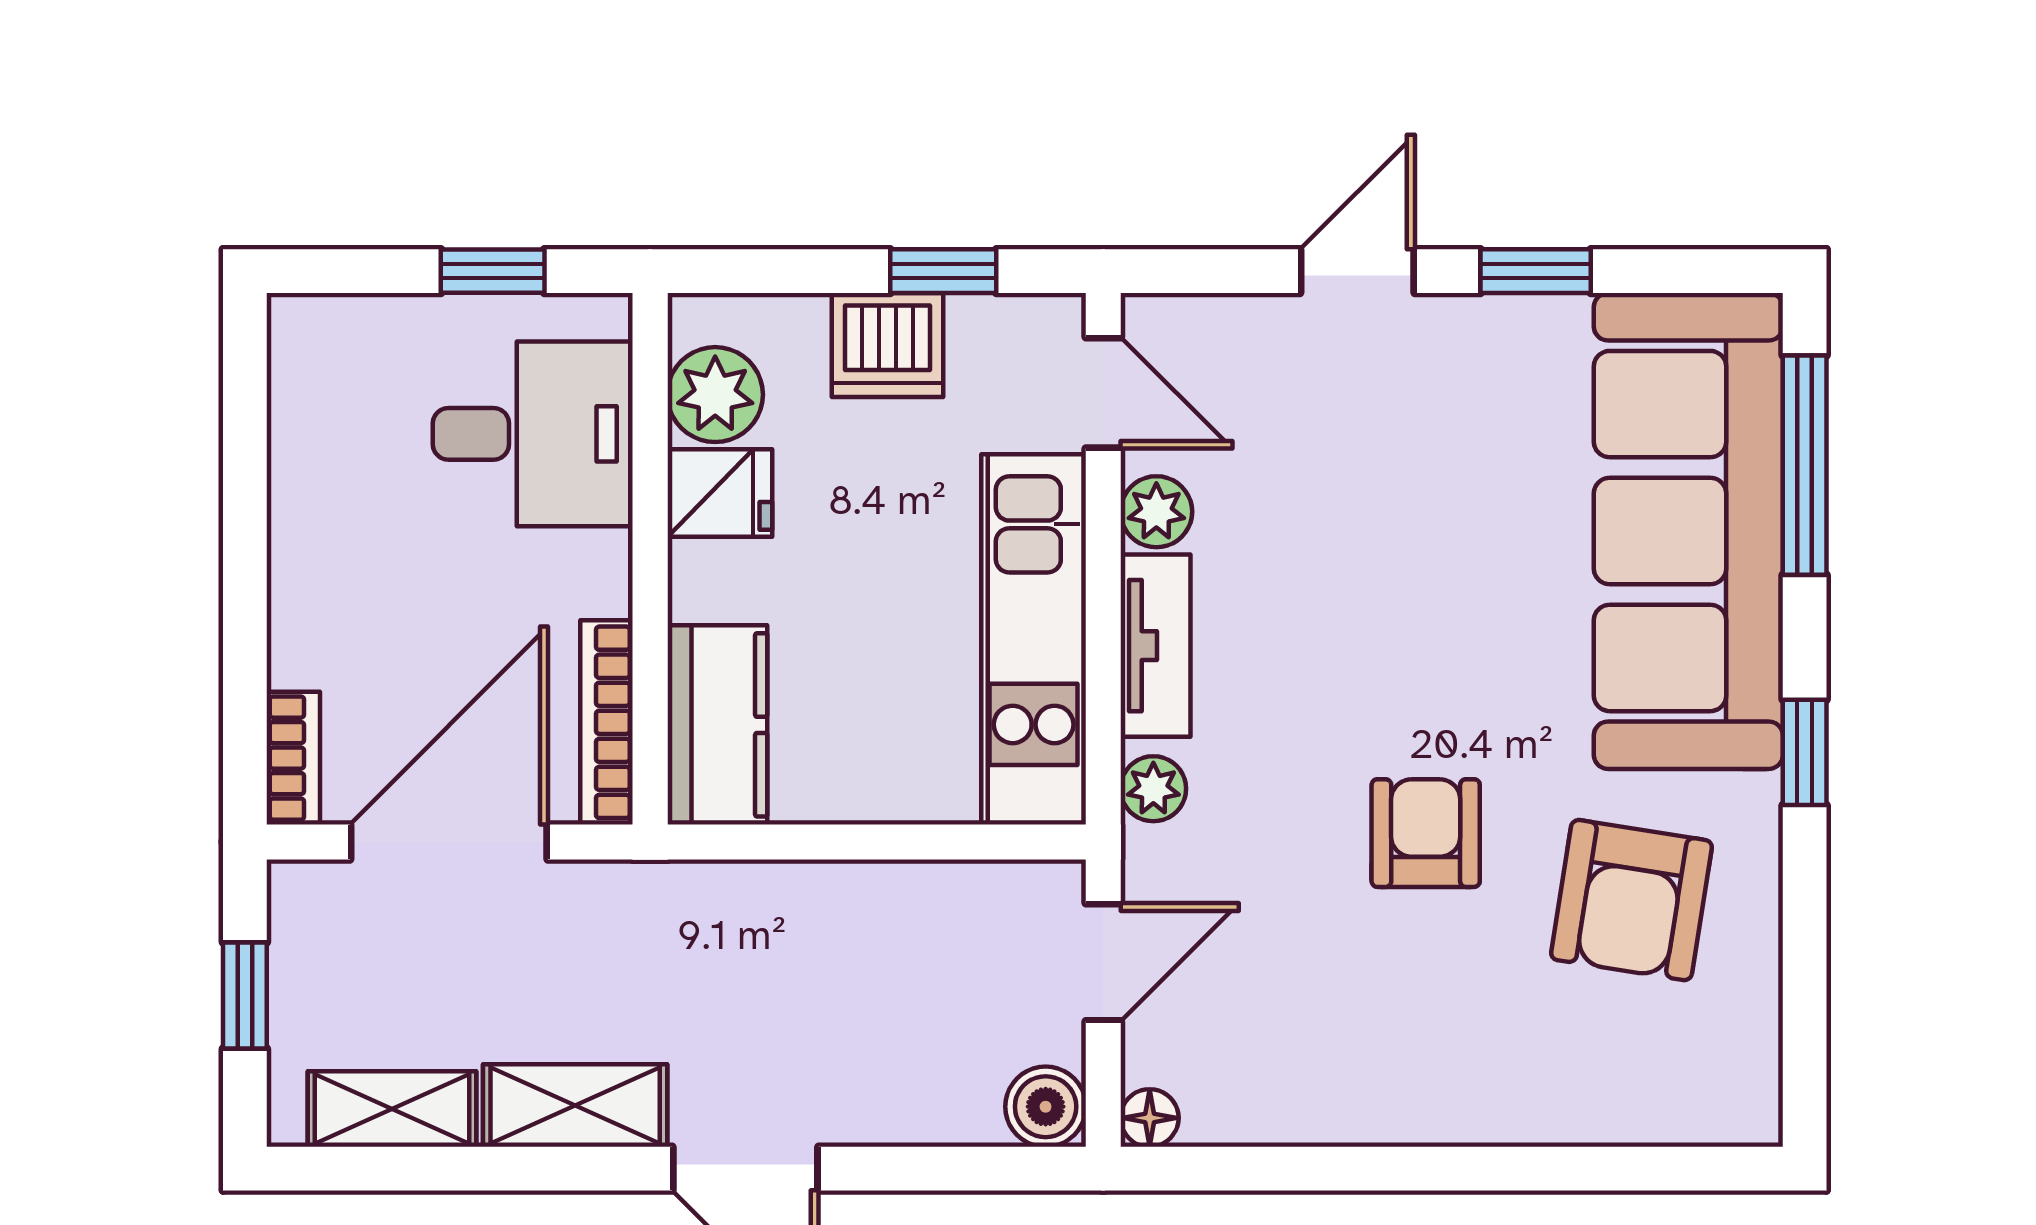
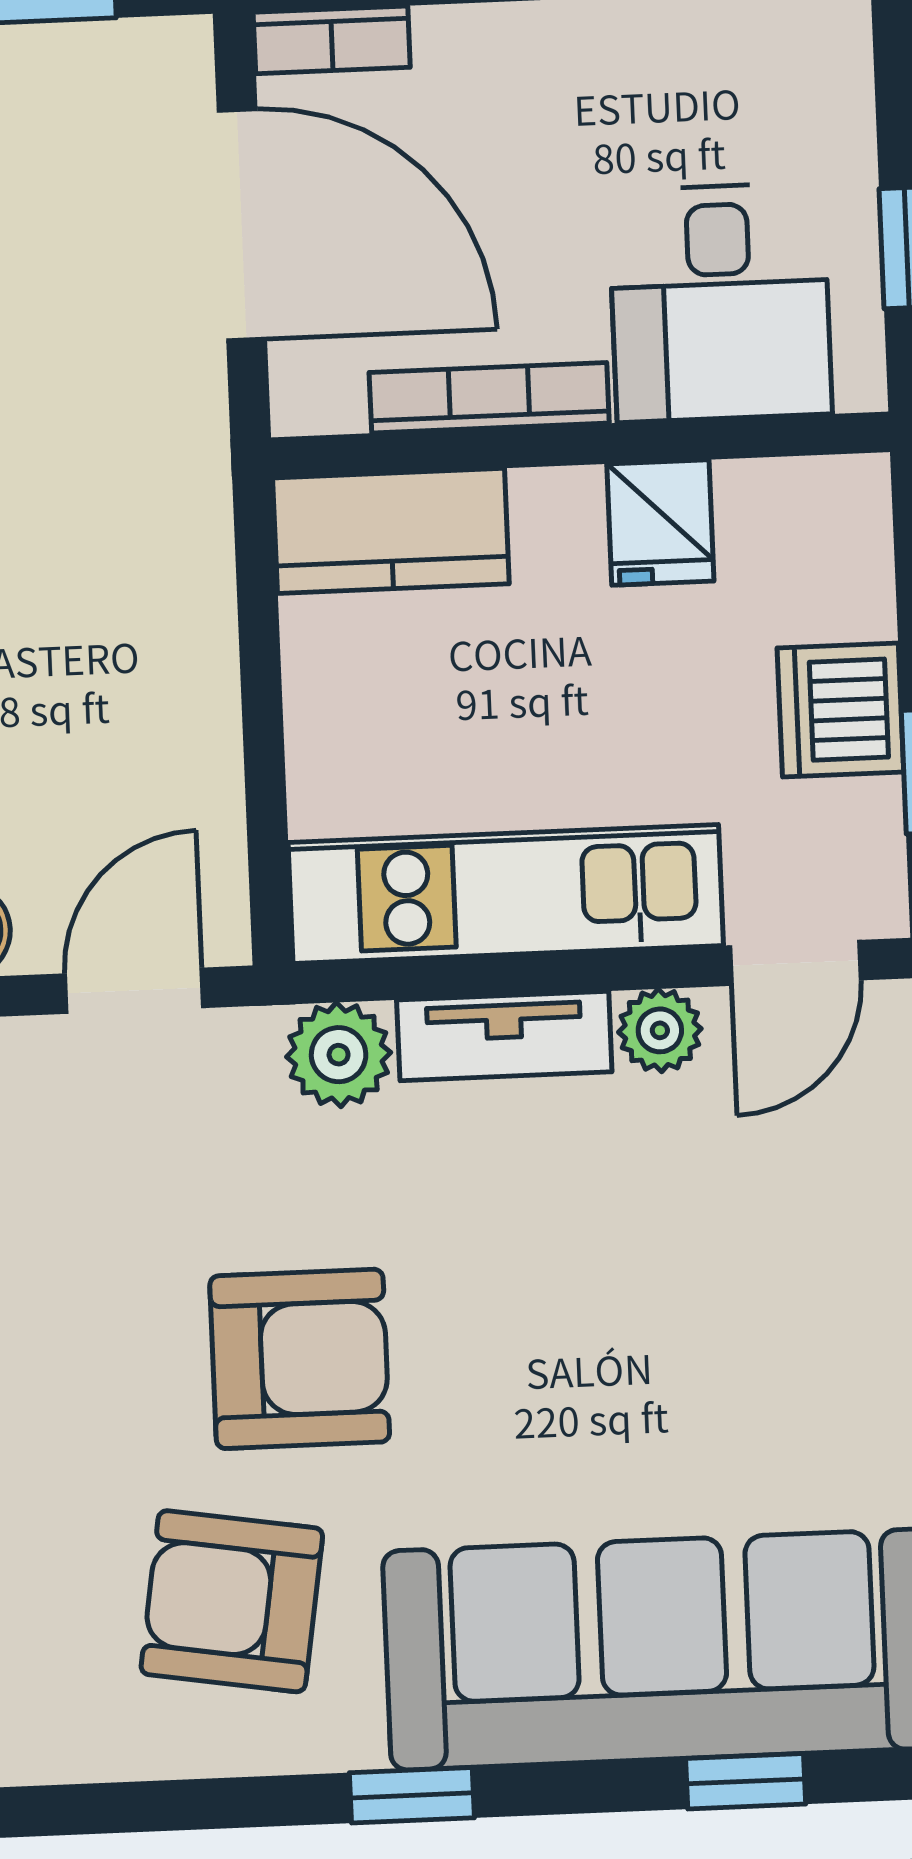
plant: (715, 395) -> (775, 512), removed
window: (1805, 465) -> (746, 1781), width x0.46
bookcase: (607, 722) -> (489, 398), moved
plant: (1153, 789) -> (339, 1055), width x1.38, depth x1.38
armchair: (1426, 833) -> (300, 1359), width x1.38, depth x1.38
door: (1103, 962) -> (134, 991), swing flipped

